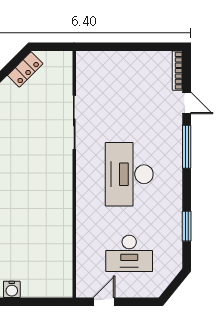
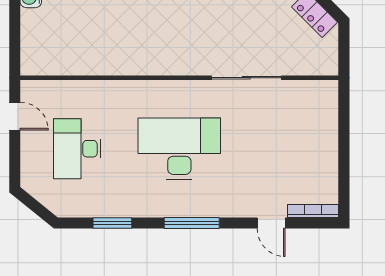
door: (187, 103) -> (271, 223), hinge flipped
window: (187, 147) -> (192, 223), moved

